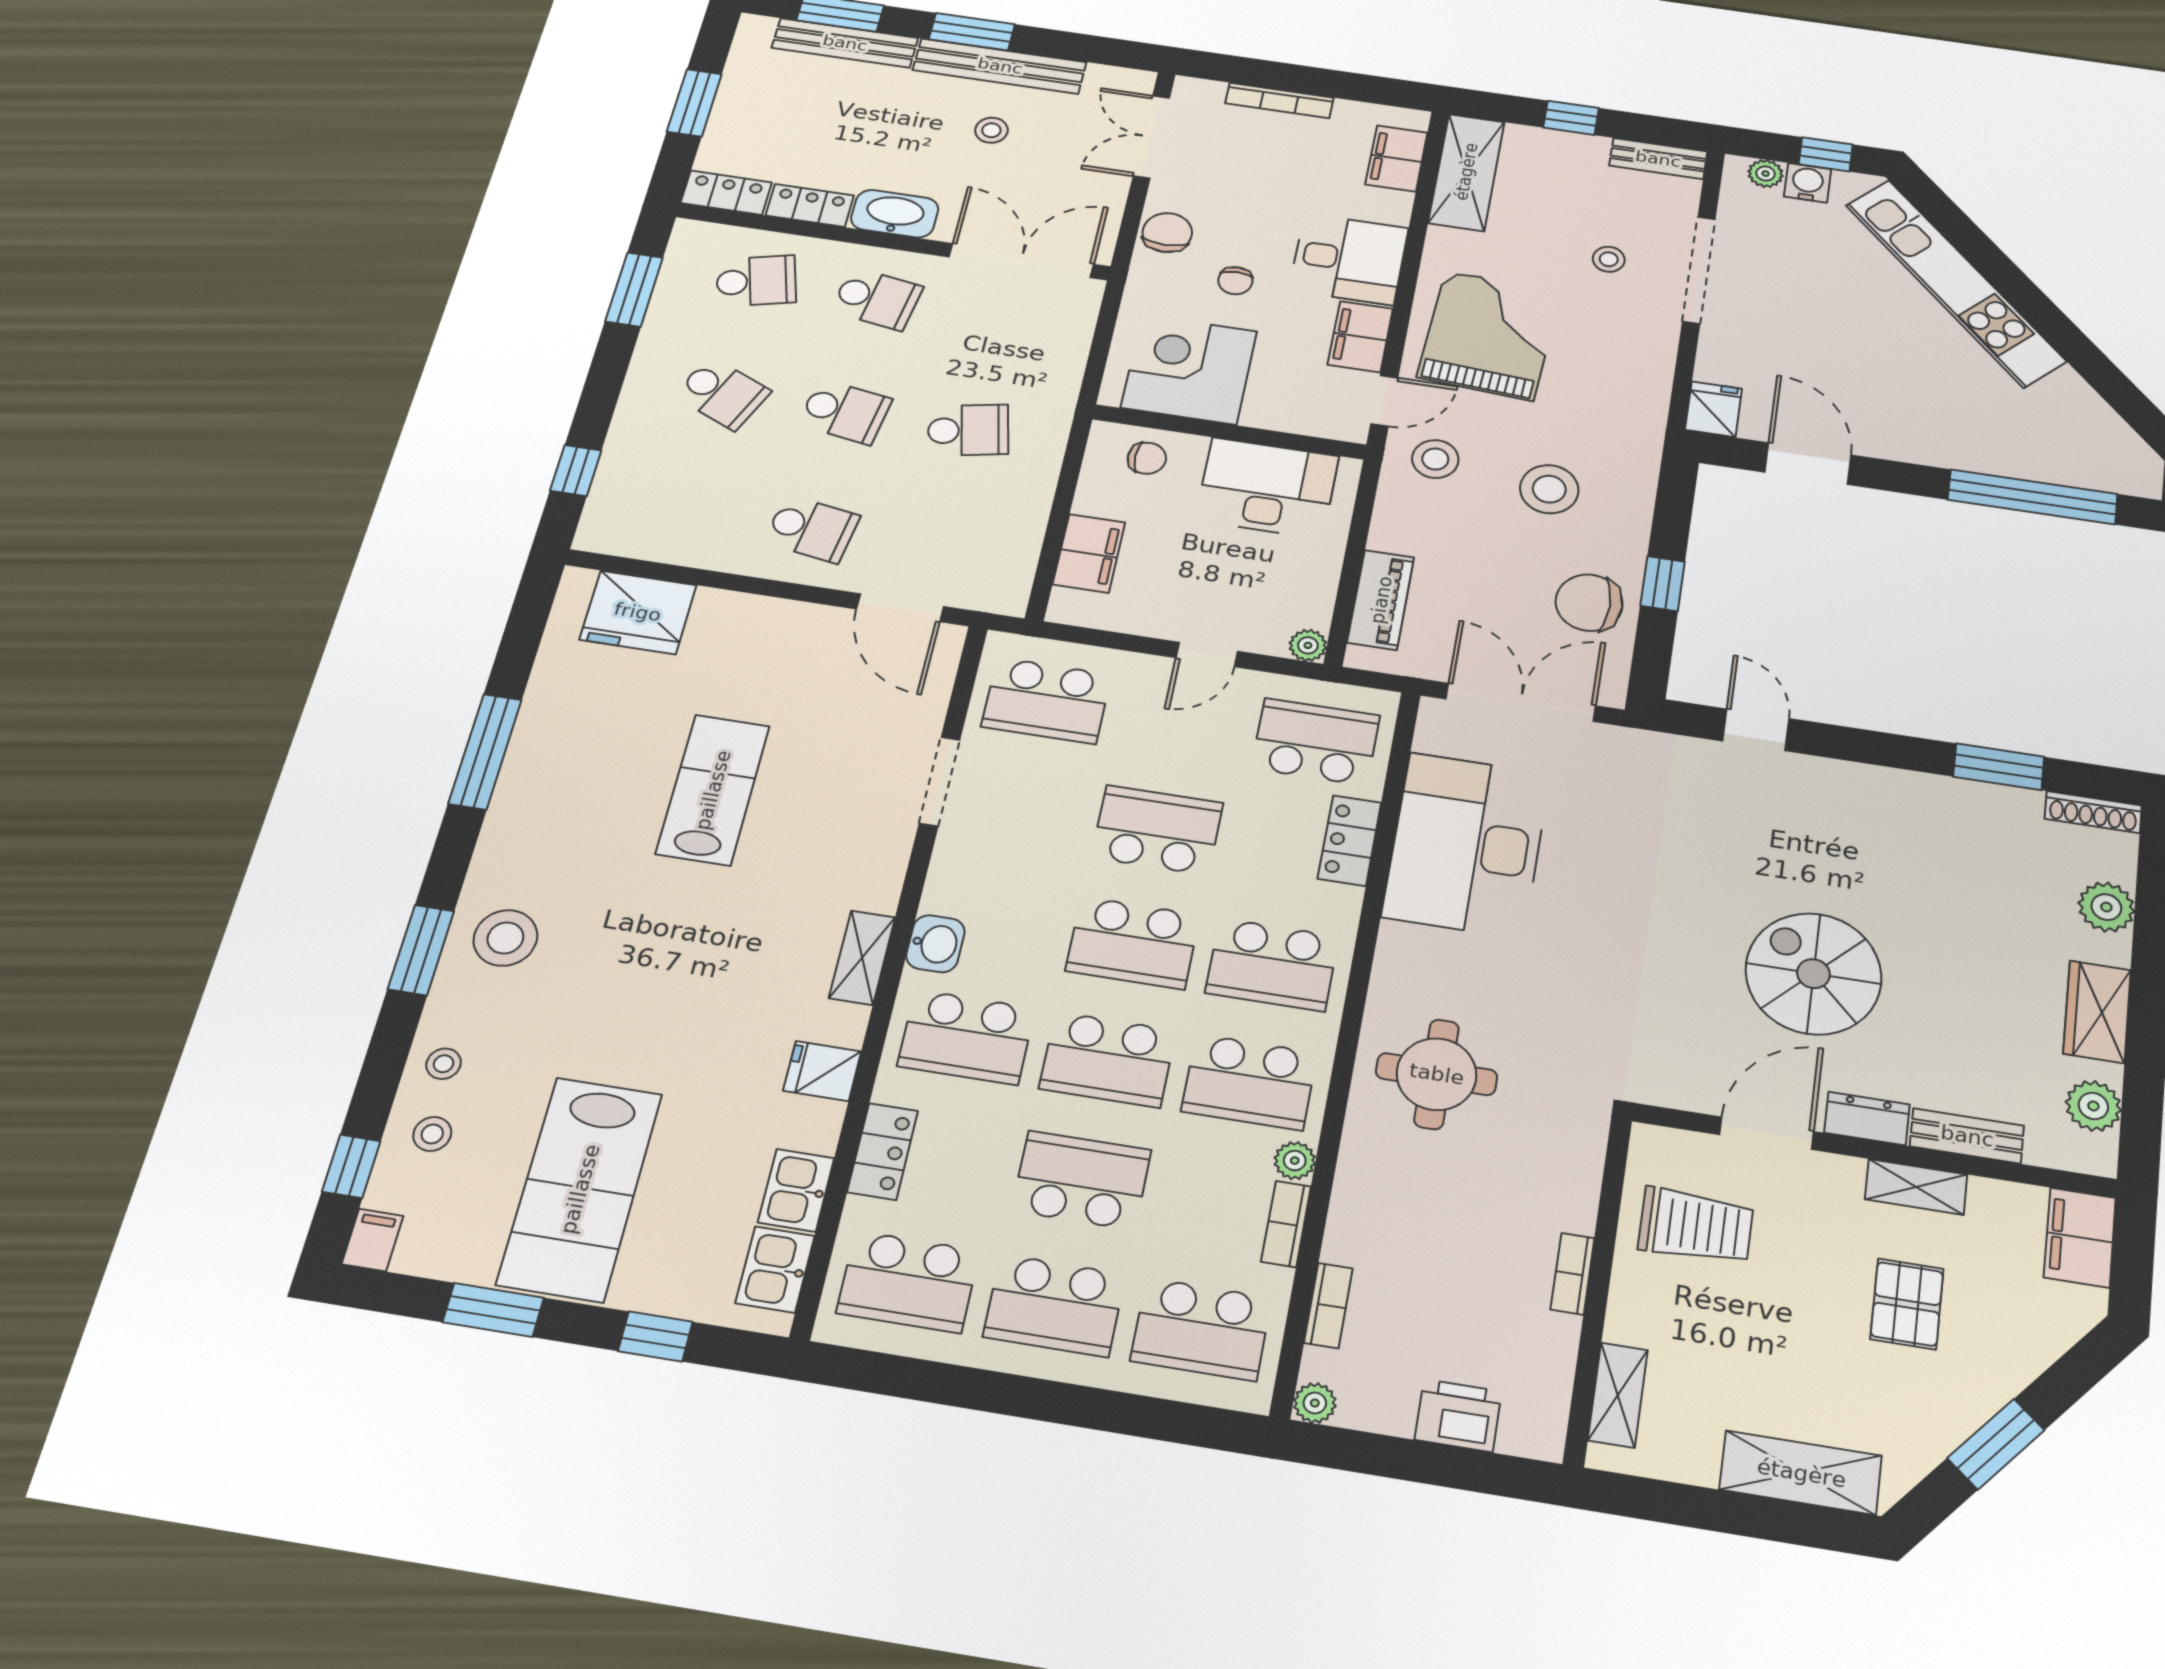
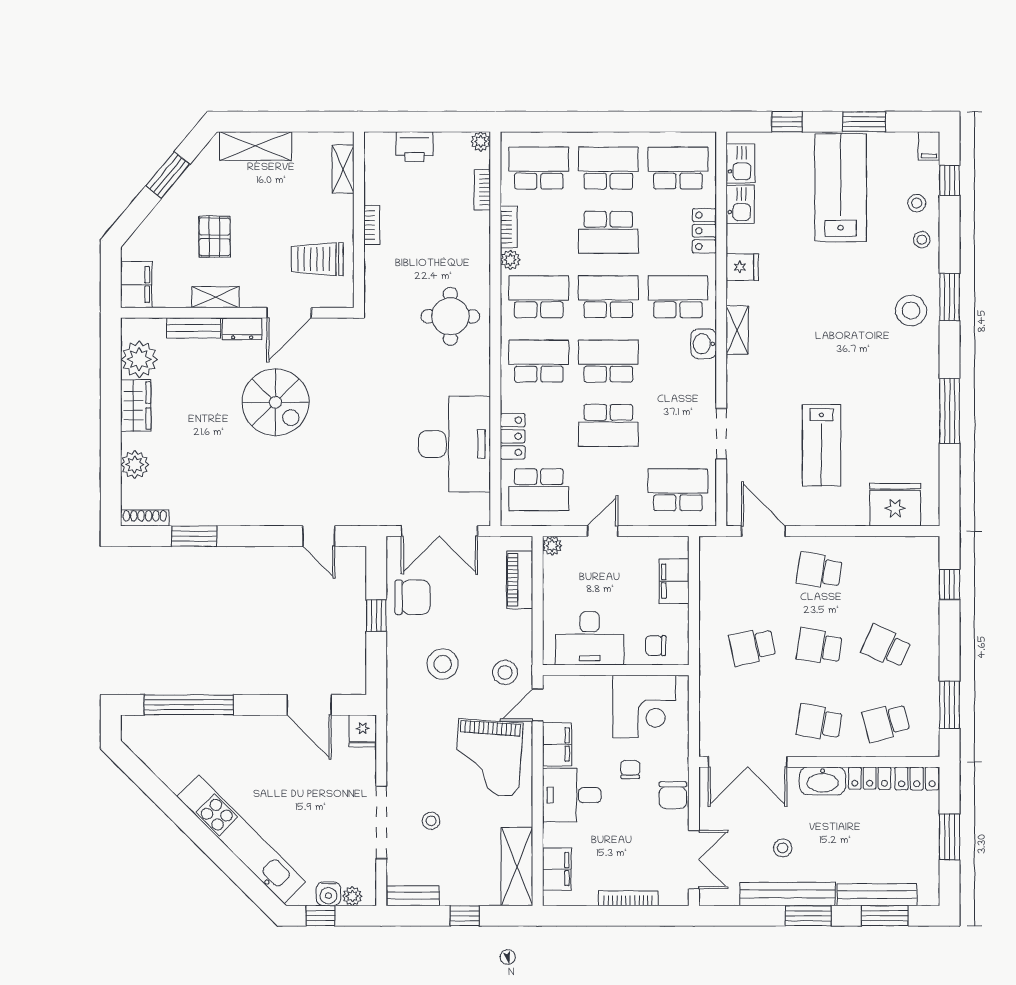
lab bench: (713, 790) -> (822, 445), moved
plant: (2093, 1106) -> (139, 359), width x1.36, depth x1.36

